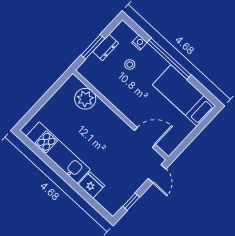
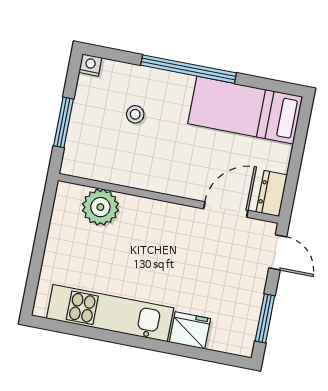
nightstand: (139, 43) -> (90, 65), moved
dresser: (106, 47) -> (272, 194), moved, turned 180
window: (131, 202) -> (265, 318), width x1.50

